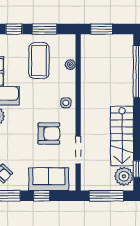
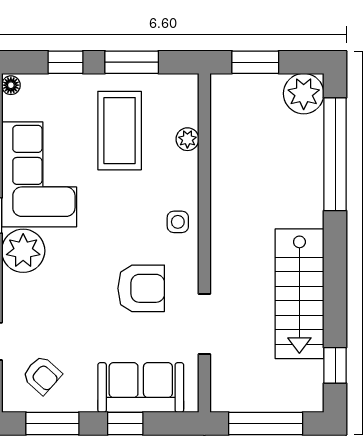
plant: (124, 176) -> (304, 94), moved

